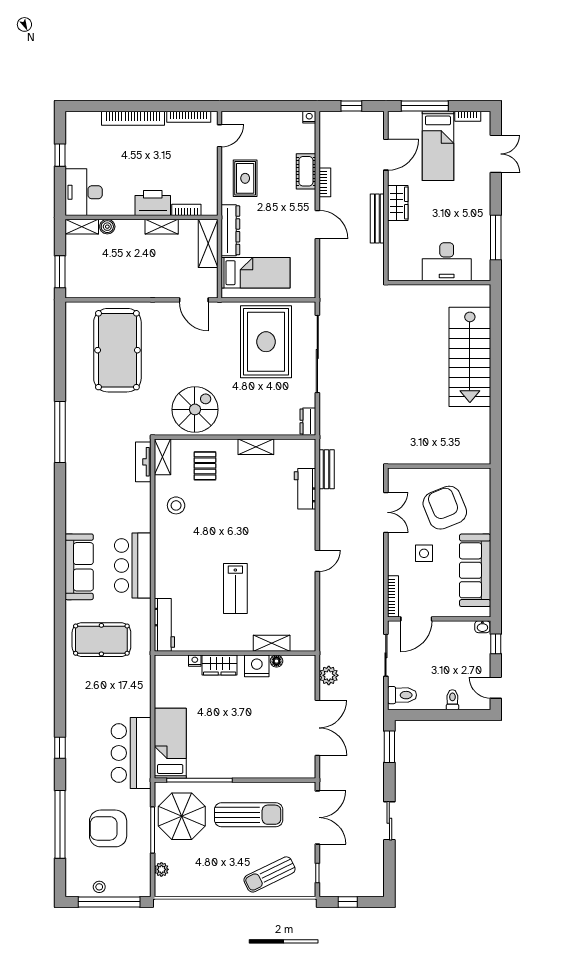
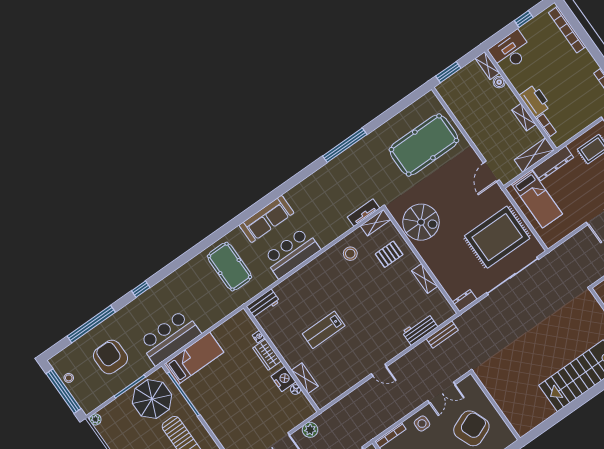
bookcase: (133, 118) -> (567, 30), moved
side table: (424, 553) -> (422, 424), moved
workbench: (164, 625) -> (263, 304), width x0.73
plant: (161, 869) -> (95, 419), moved

